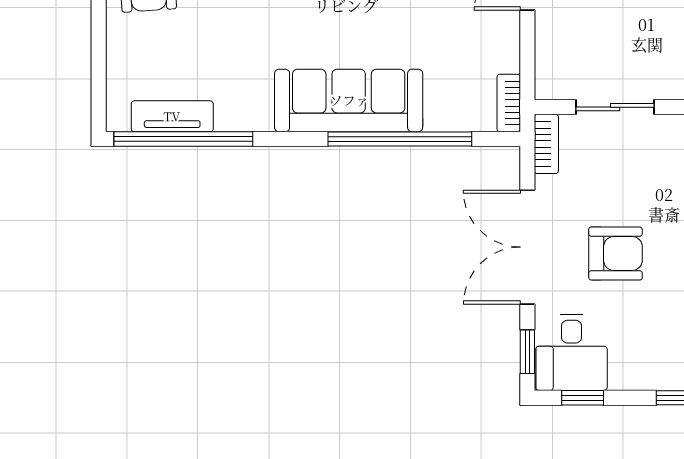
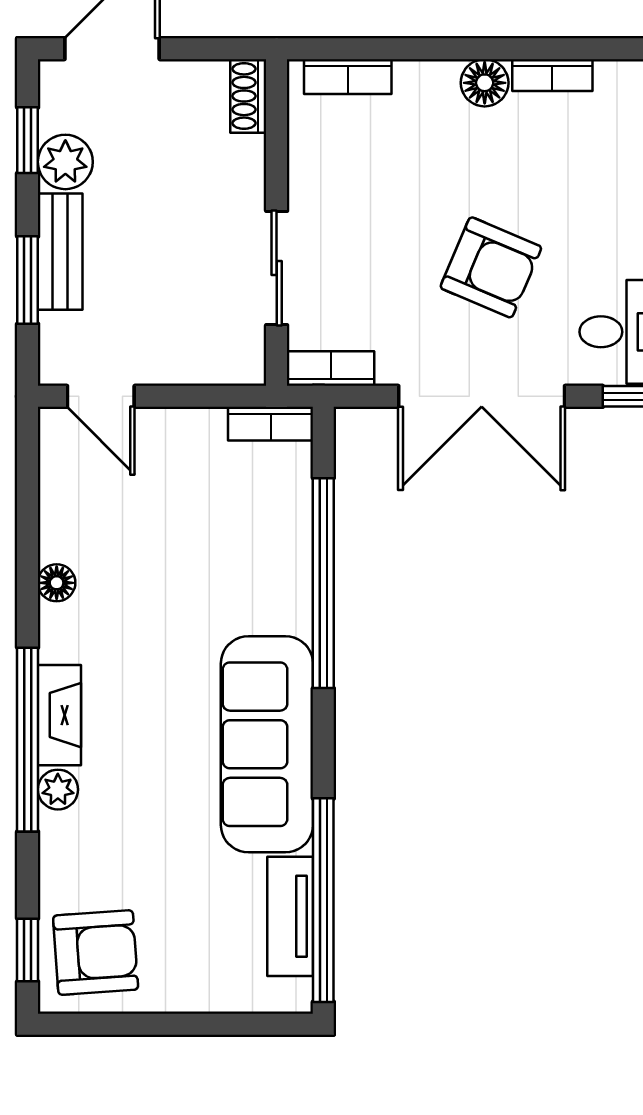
sofa: (349, 100) -> (267, 744), moved
armchair: (615, 253) -> (491, 267), turned 113

